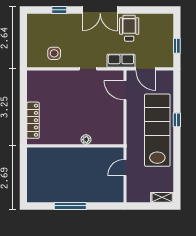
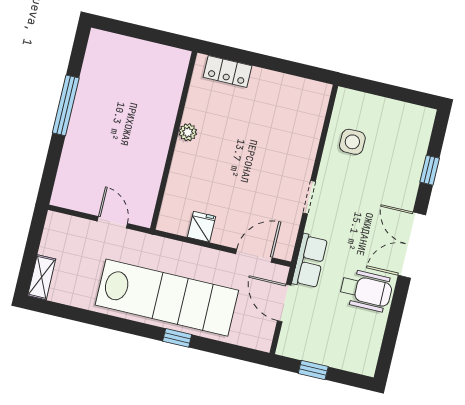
door: (146, 69) -> (284, 303), hinge flipped
locker: (33, 120) -> (227, 72), width x0.66
fridge: (116, 121) -> (202, 227), added
plant: (86, 140) -> (188, 132), moved

